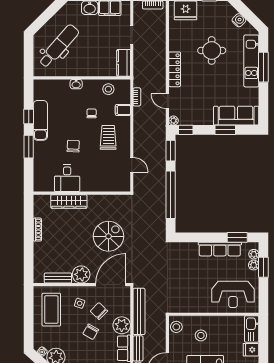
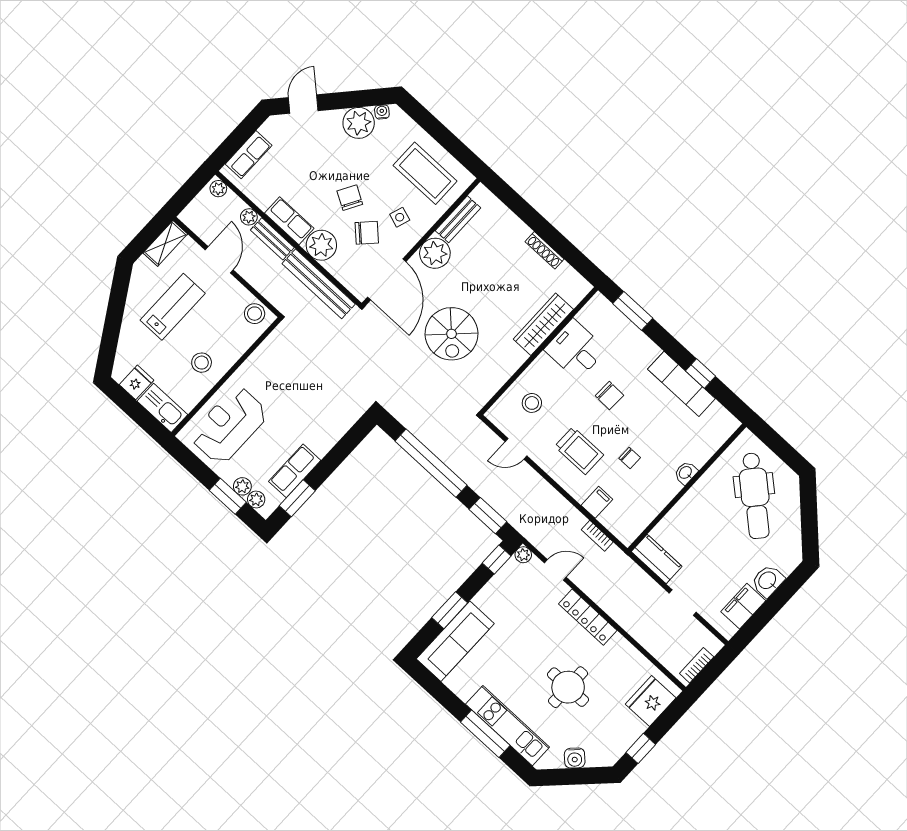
stool: (108, 89) -> (532, 403), moved
window: (29, 147) -> (633, 311), moved
row of seats: (220, 249) -> (295, 471), width x0.68
stool: (201, 335) -> (202, 363), moved

